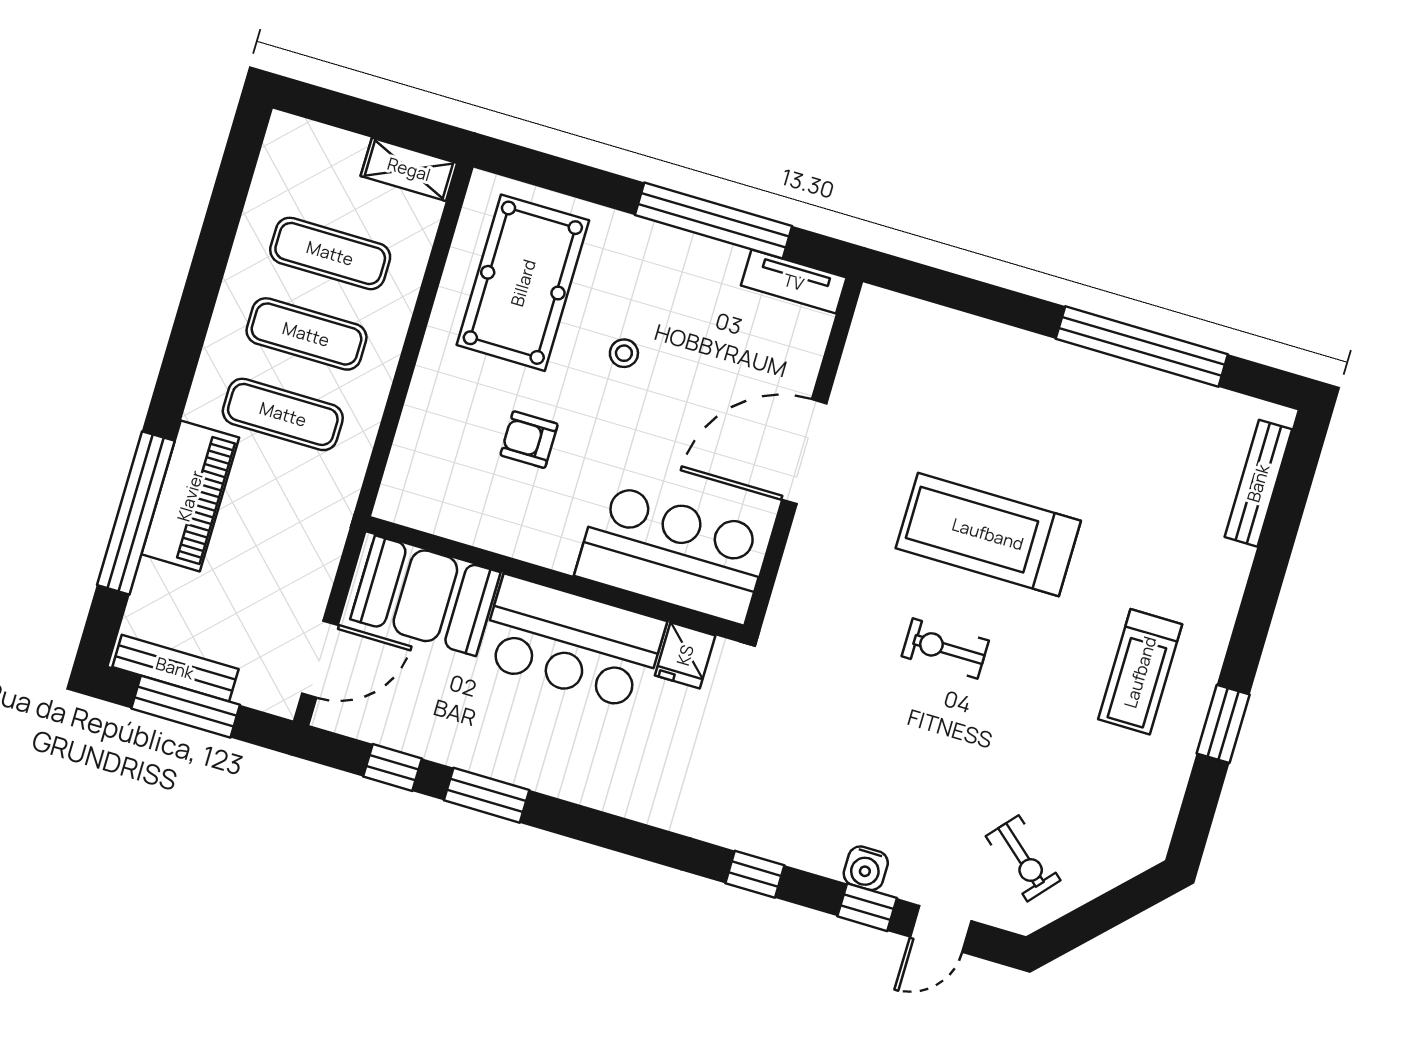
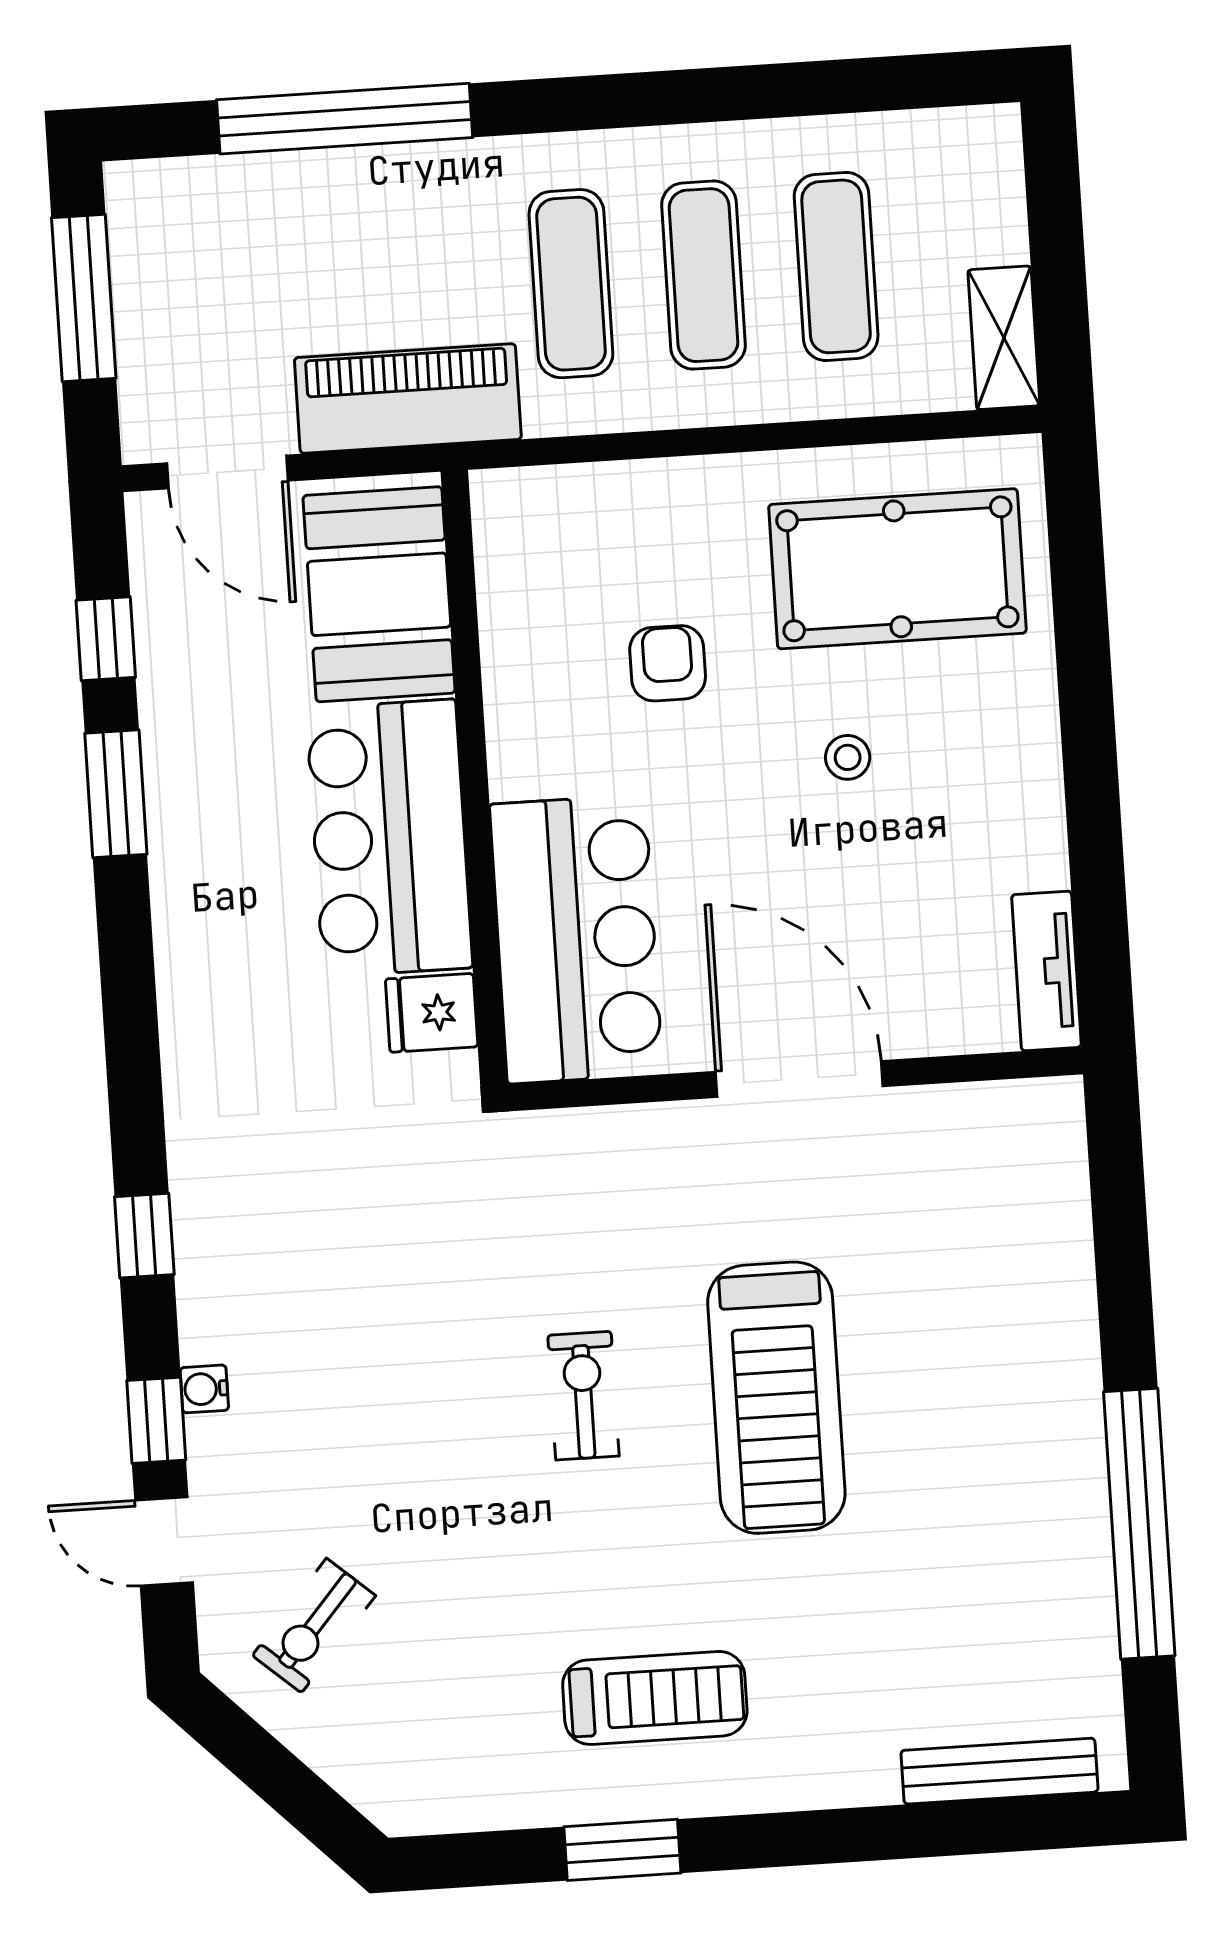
window: (714, 220) -> (1094, 818), removed
piano: (190, 496) -> (408, 399), moved, turned 180
treadmill: (988, 534) -> (776, 1398), turned 180
bench: (175, 668) -> (136, 262), removed
treadmill: (1140, 672) -> (655, 1698), turned 180
water cooler: (866, 868) -> (204, 1389), width x0.72, depth x0.72

